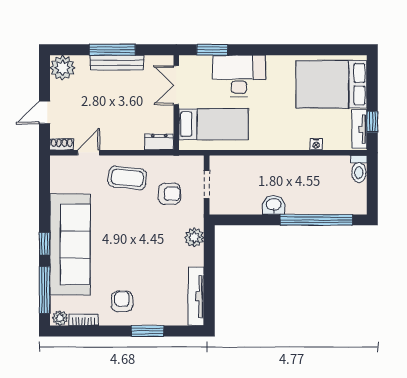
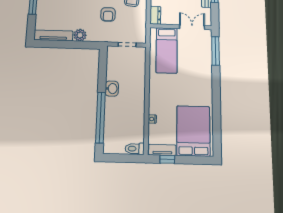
window: (212, 50) -> (215, 51), width x1.44
desk: (239, 76) -> (198, 68), removed
armchair: (169, 194) -> (108, 14), moved
plant: (194, 237) -> (80, 35), moved

